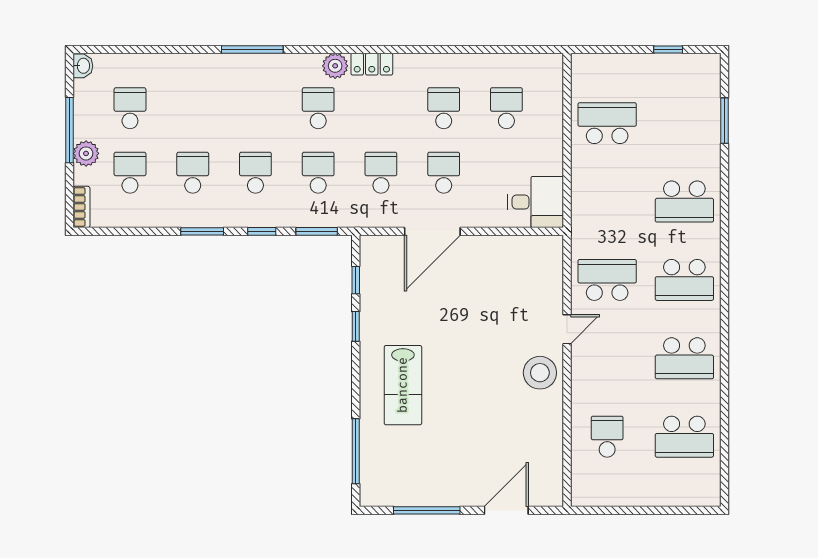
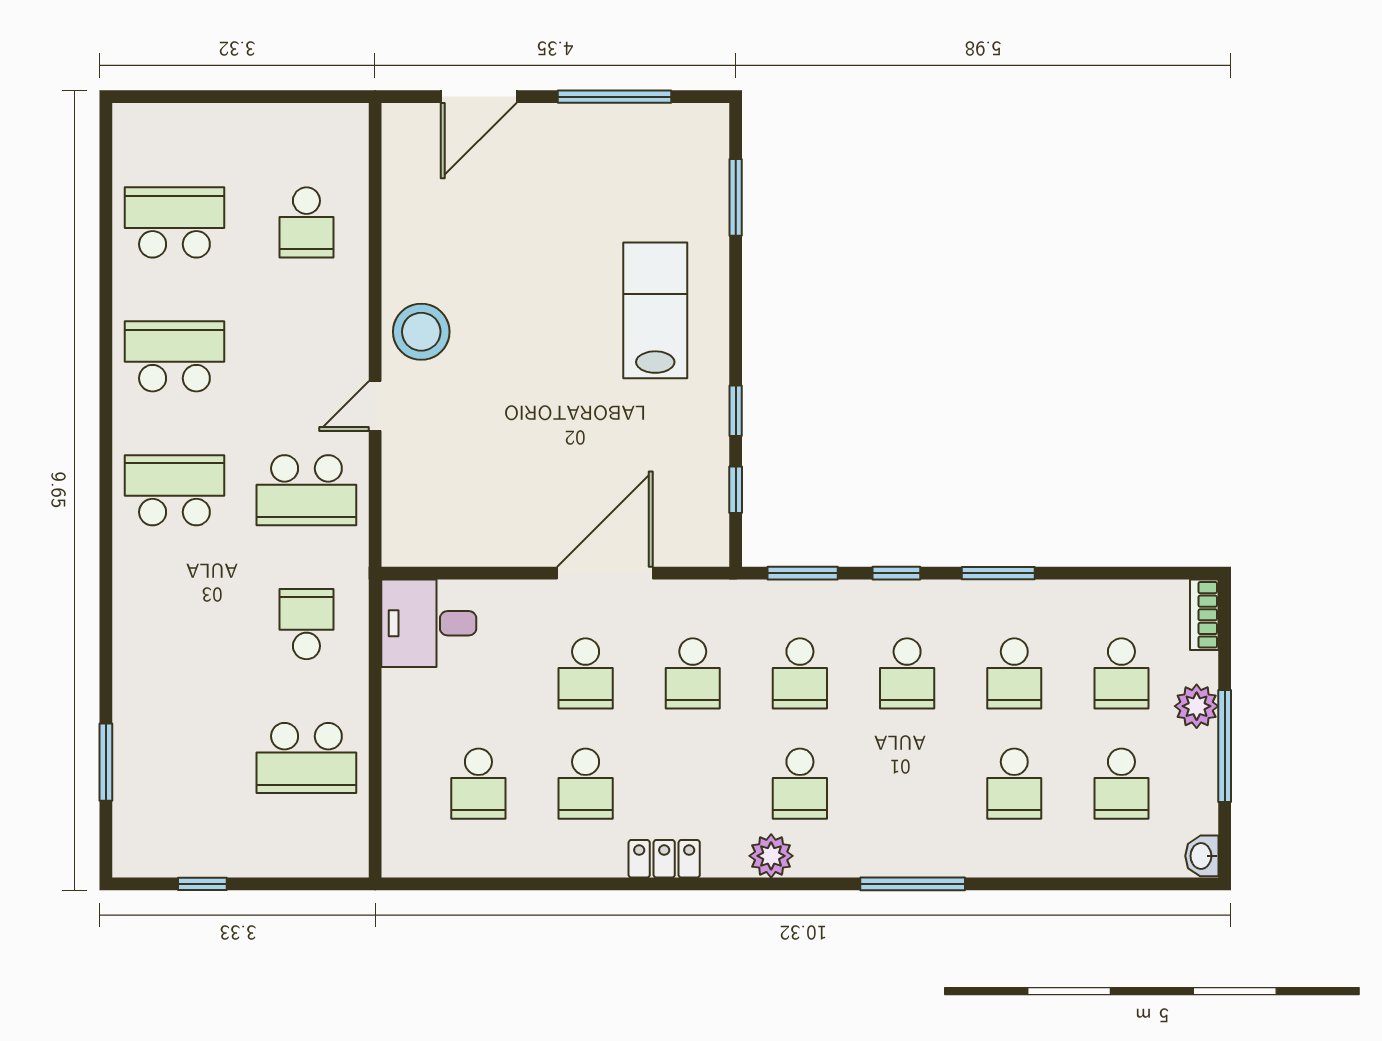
locker: (372, 64) -> (664, 859), moved
school desk: (193, 108) -> (1014, 784), added
school desk: (684, 202) -> (306, 624), moved, width x0.54
window: (356, 451) -> (736, 197), width x0.69

